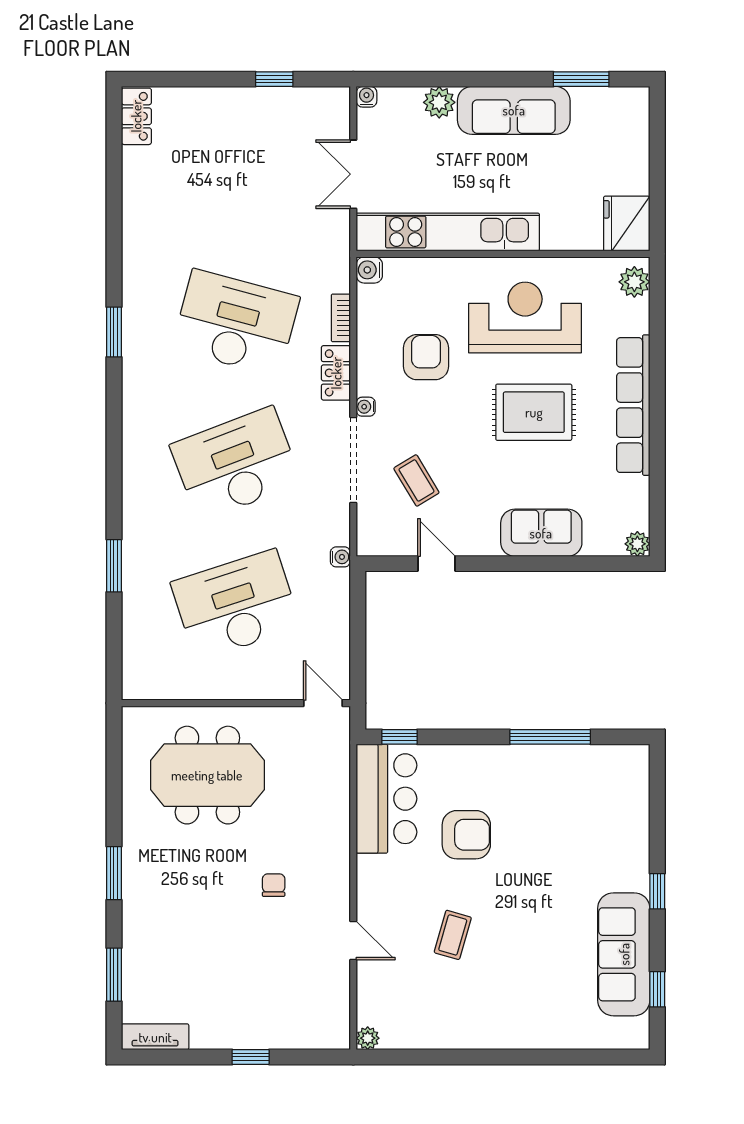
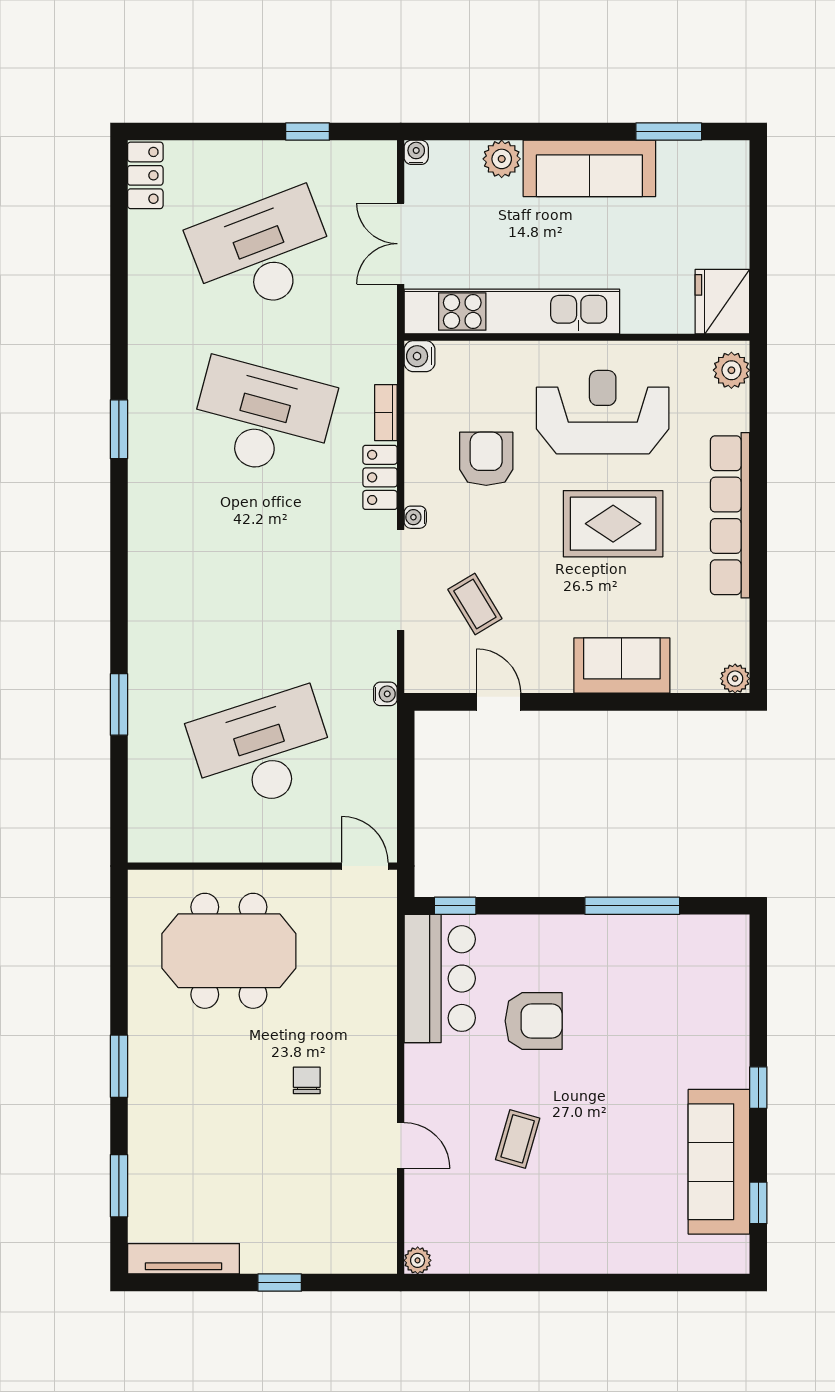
desk: (236, 464) -> (262, 253), moved
tv unit: (155, 1037) -> (183, 1259), width x1.41

